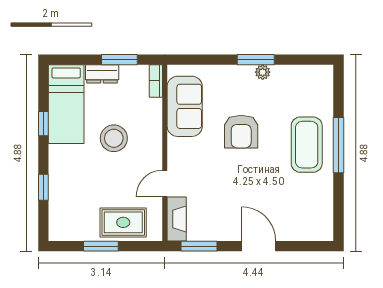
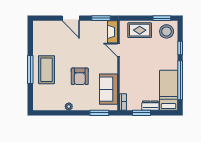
window: (256, 60) -> (99, 113), moved
window: (43, 124) -> (180, 80), width x3.17
armchair: (241, 132) -> (80, 76), turned 180
stool: (114, 138) -> (167, 31), moved
door: (165, 184) -> (119, 50), swing flipped
window: (101, 246) -> (162, 18), moved

